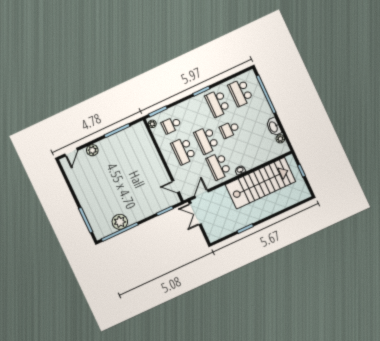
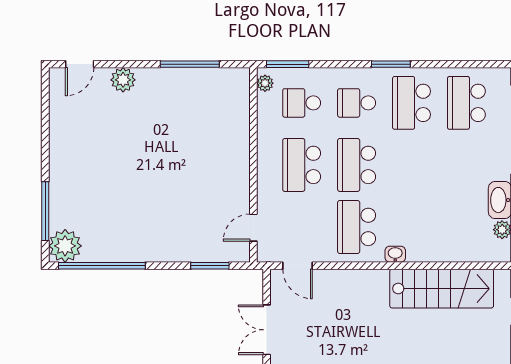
school desk: (230, 129) -> (357, 103), moved
stairs: (260, 183) -> (442, 289), width x0.73, depth x0.66
door: (176, 187) -> (253, 228), hinge flipped
door: (201, 194) -> (298, 266), swing flipped
double door: (195, 214) -> (267, 330), moved
plant: (120, 222) -> (65, 246), moved

